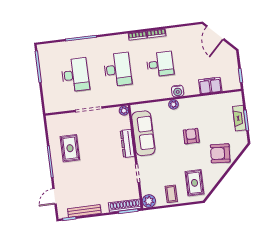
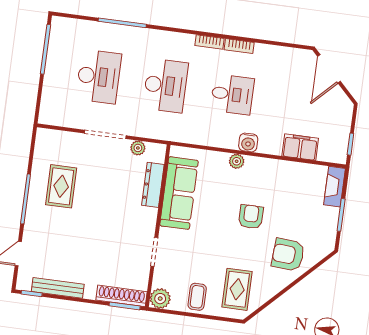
plant: (124, 111) -> (138, 148), moved
fireplace: (239, 118) -> (335, 187), moved
dresser: (127, 143) -> (153, 185), moved

